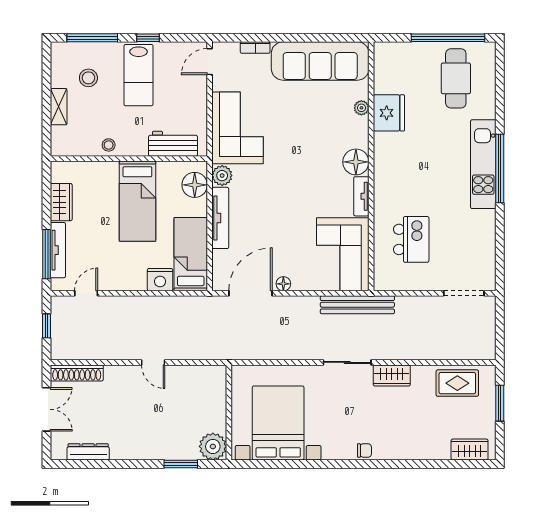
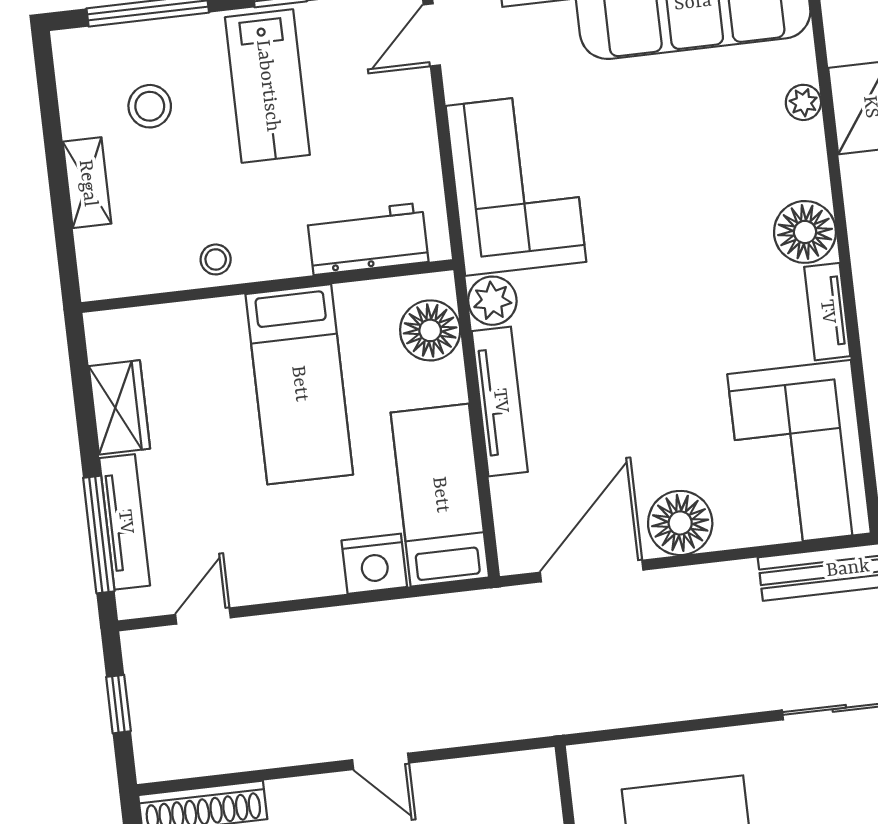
floor lamp: (283, 284) -> (680, 523), width x1.89, depth x1.89

